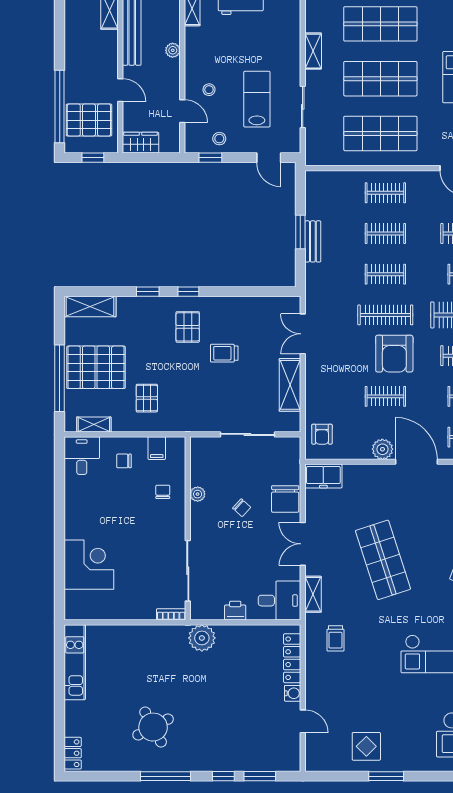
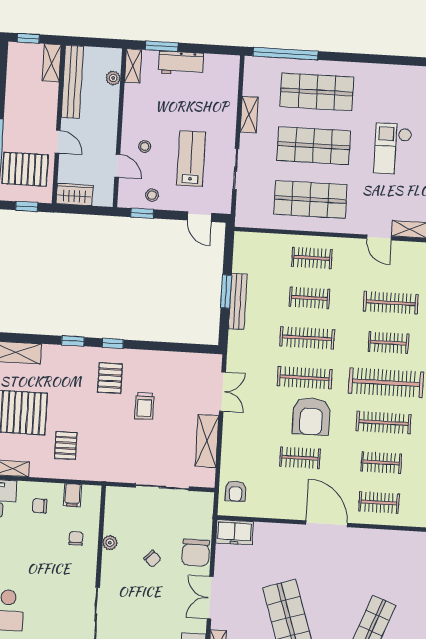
plant: (173, 50) -> (113, 78), moved
bench: (313, 241) -> (238, 301), width x1.36
clothes rail: (385, 274) -> (307, 338), width x1.36
double door: (303, 334) -> (222, 392), swing flipped
trolley: (224, 353) -> (144, 406), turned -90
plant: (382, 449) -> (294, 509), removed

